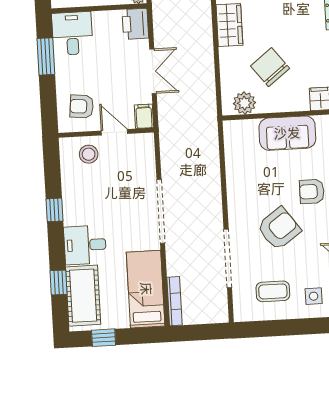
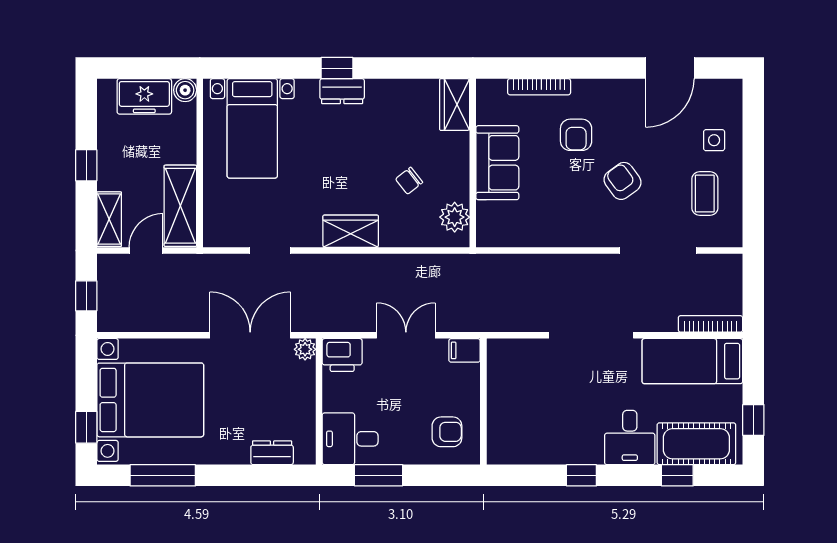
chair: (270, 67) -> (409, 181), width x0.54, depth x0.54
armchair: (82, 106) -> (447, 432), turned -96
door: (114, 132) -> (483, 391), removed
stool: (89, 154) -> (510, 426), removed
armchair: (279, 229) -> (623, 181), width x0.72, depth x0.72

